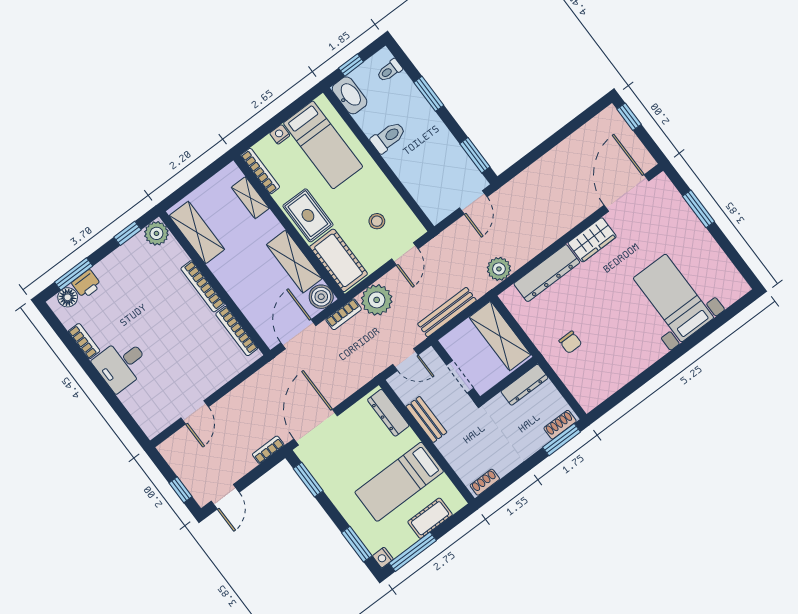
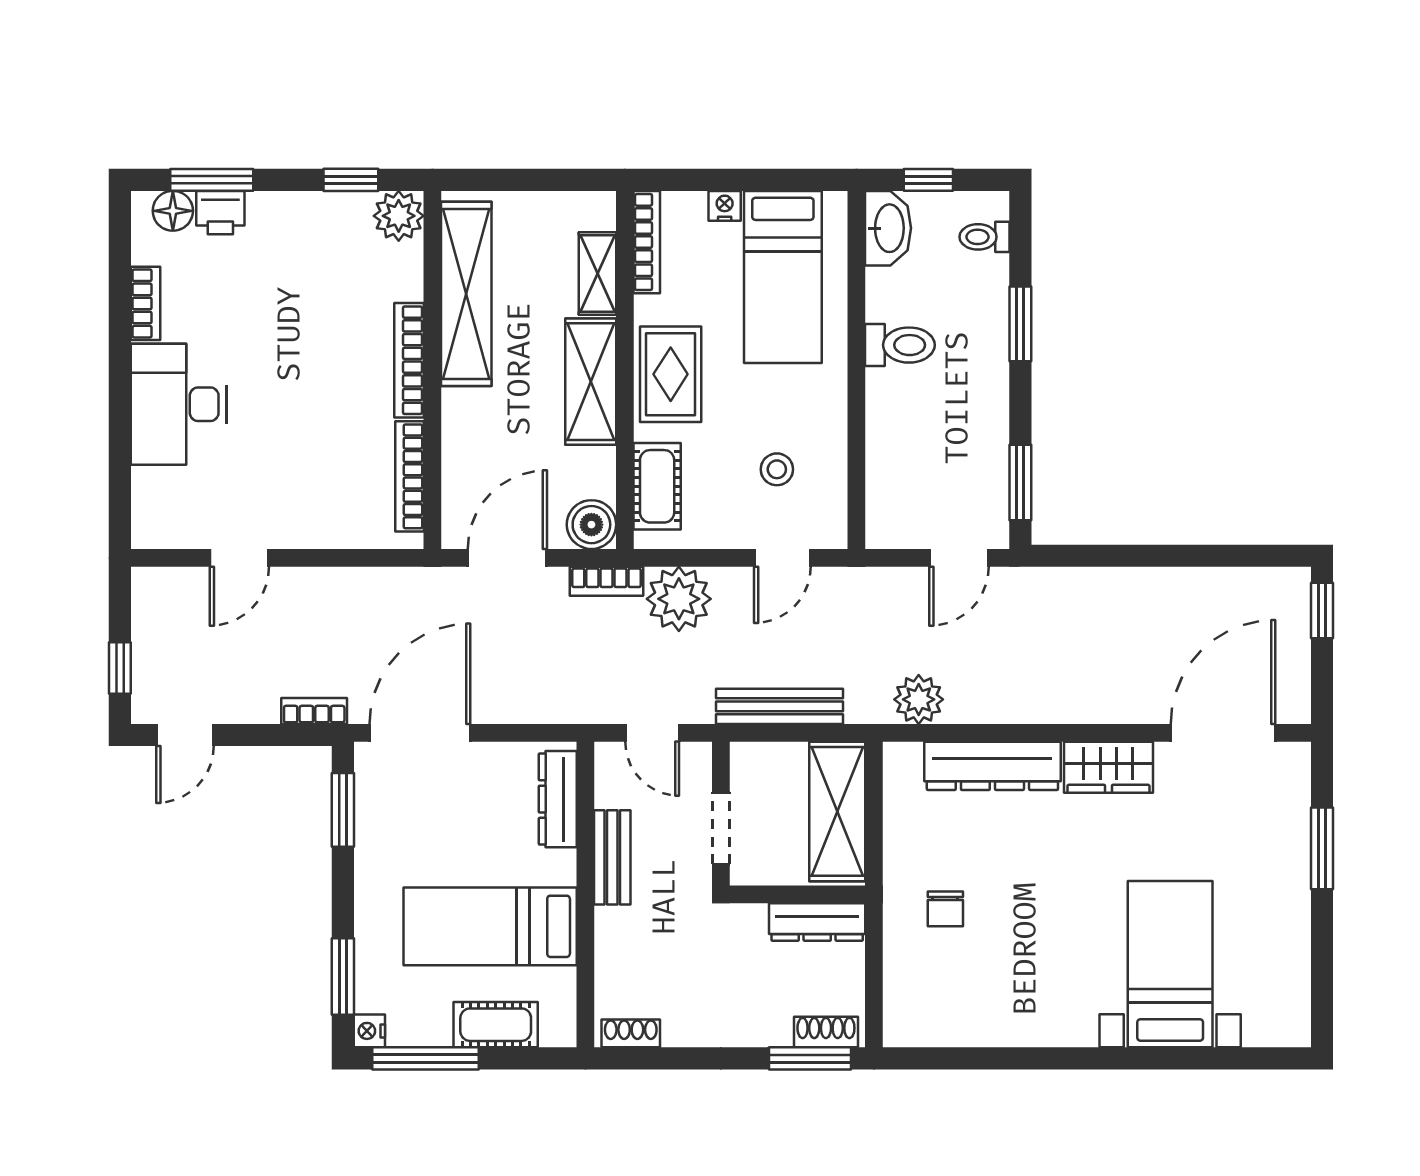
shelving: (197, 233) -> (466, 294), width x1.47
cot: (339, 260) -> (657, 486), width x0.73, depth x0.75
shelving: (294, 262) -> (591, 382), moved
desk: (121, 364) -> (178, 404), width x1.37

